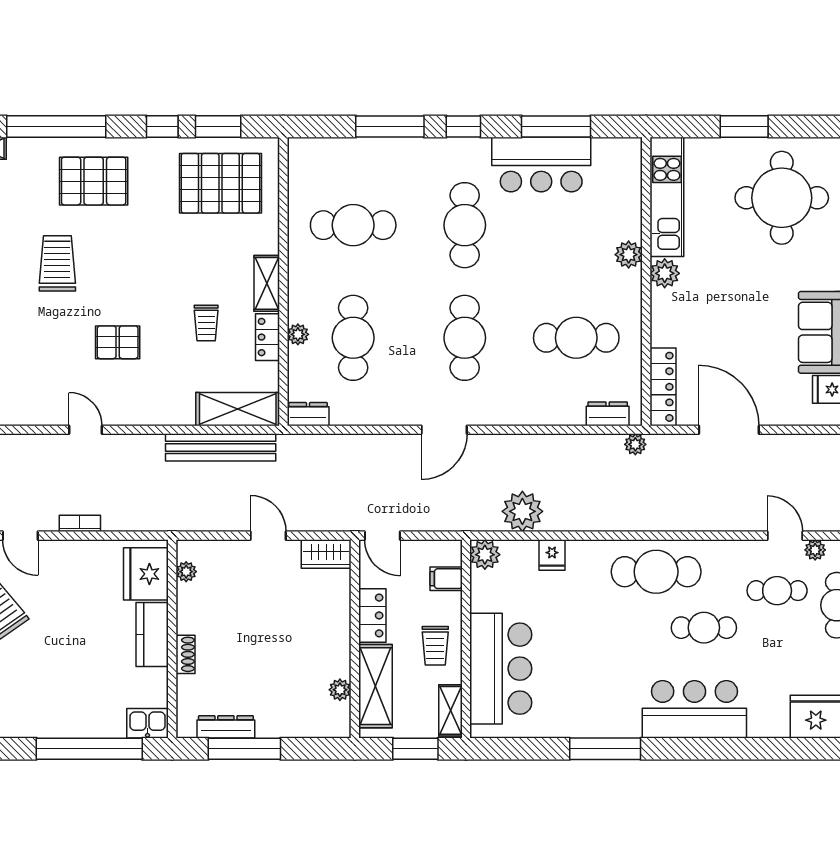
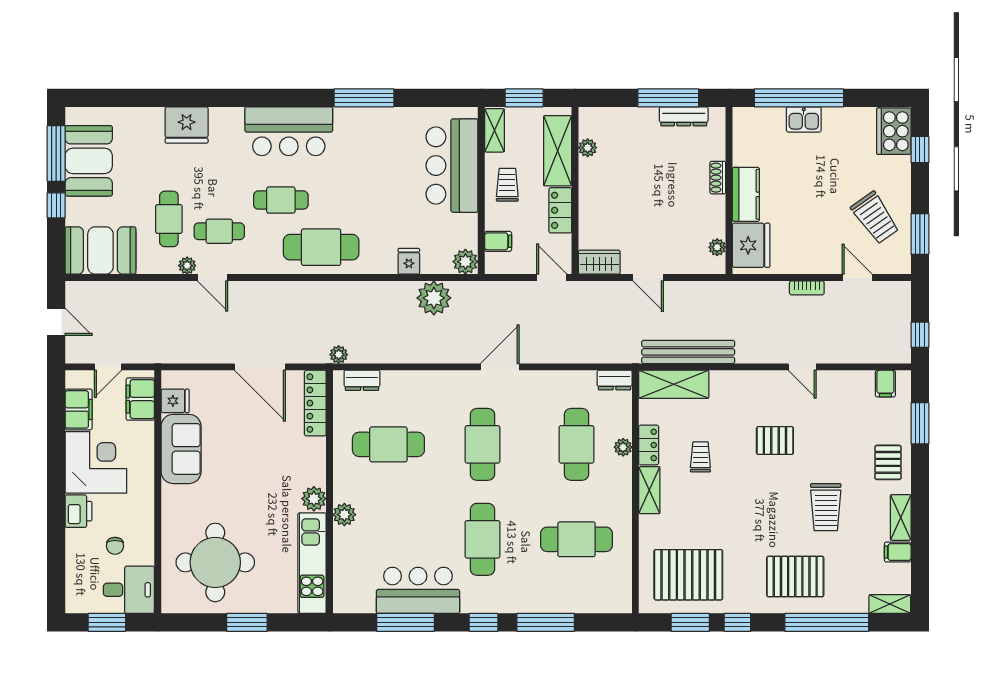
kitchen sink: (147, 723) -> (804, 119), moved

